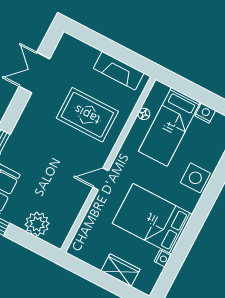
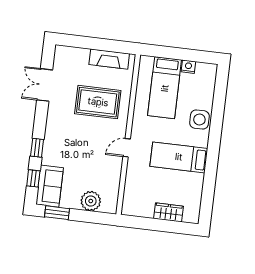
floor lamp: (144, 114) -> (141, 85), removed
bed: (152, 219) -> (179, 157), width x0.67
nightstand: (162, 258) -> (197, 191), removed

